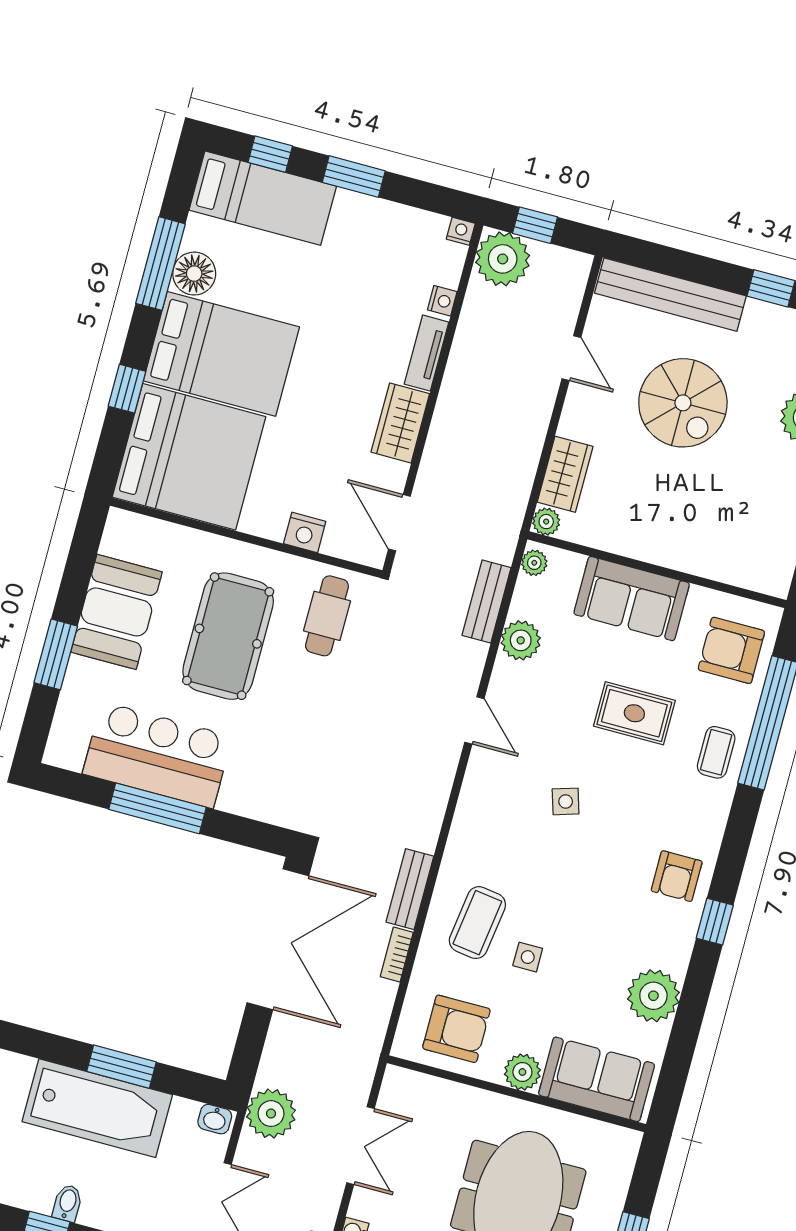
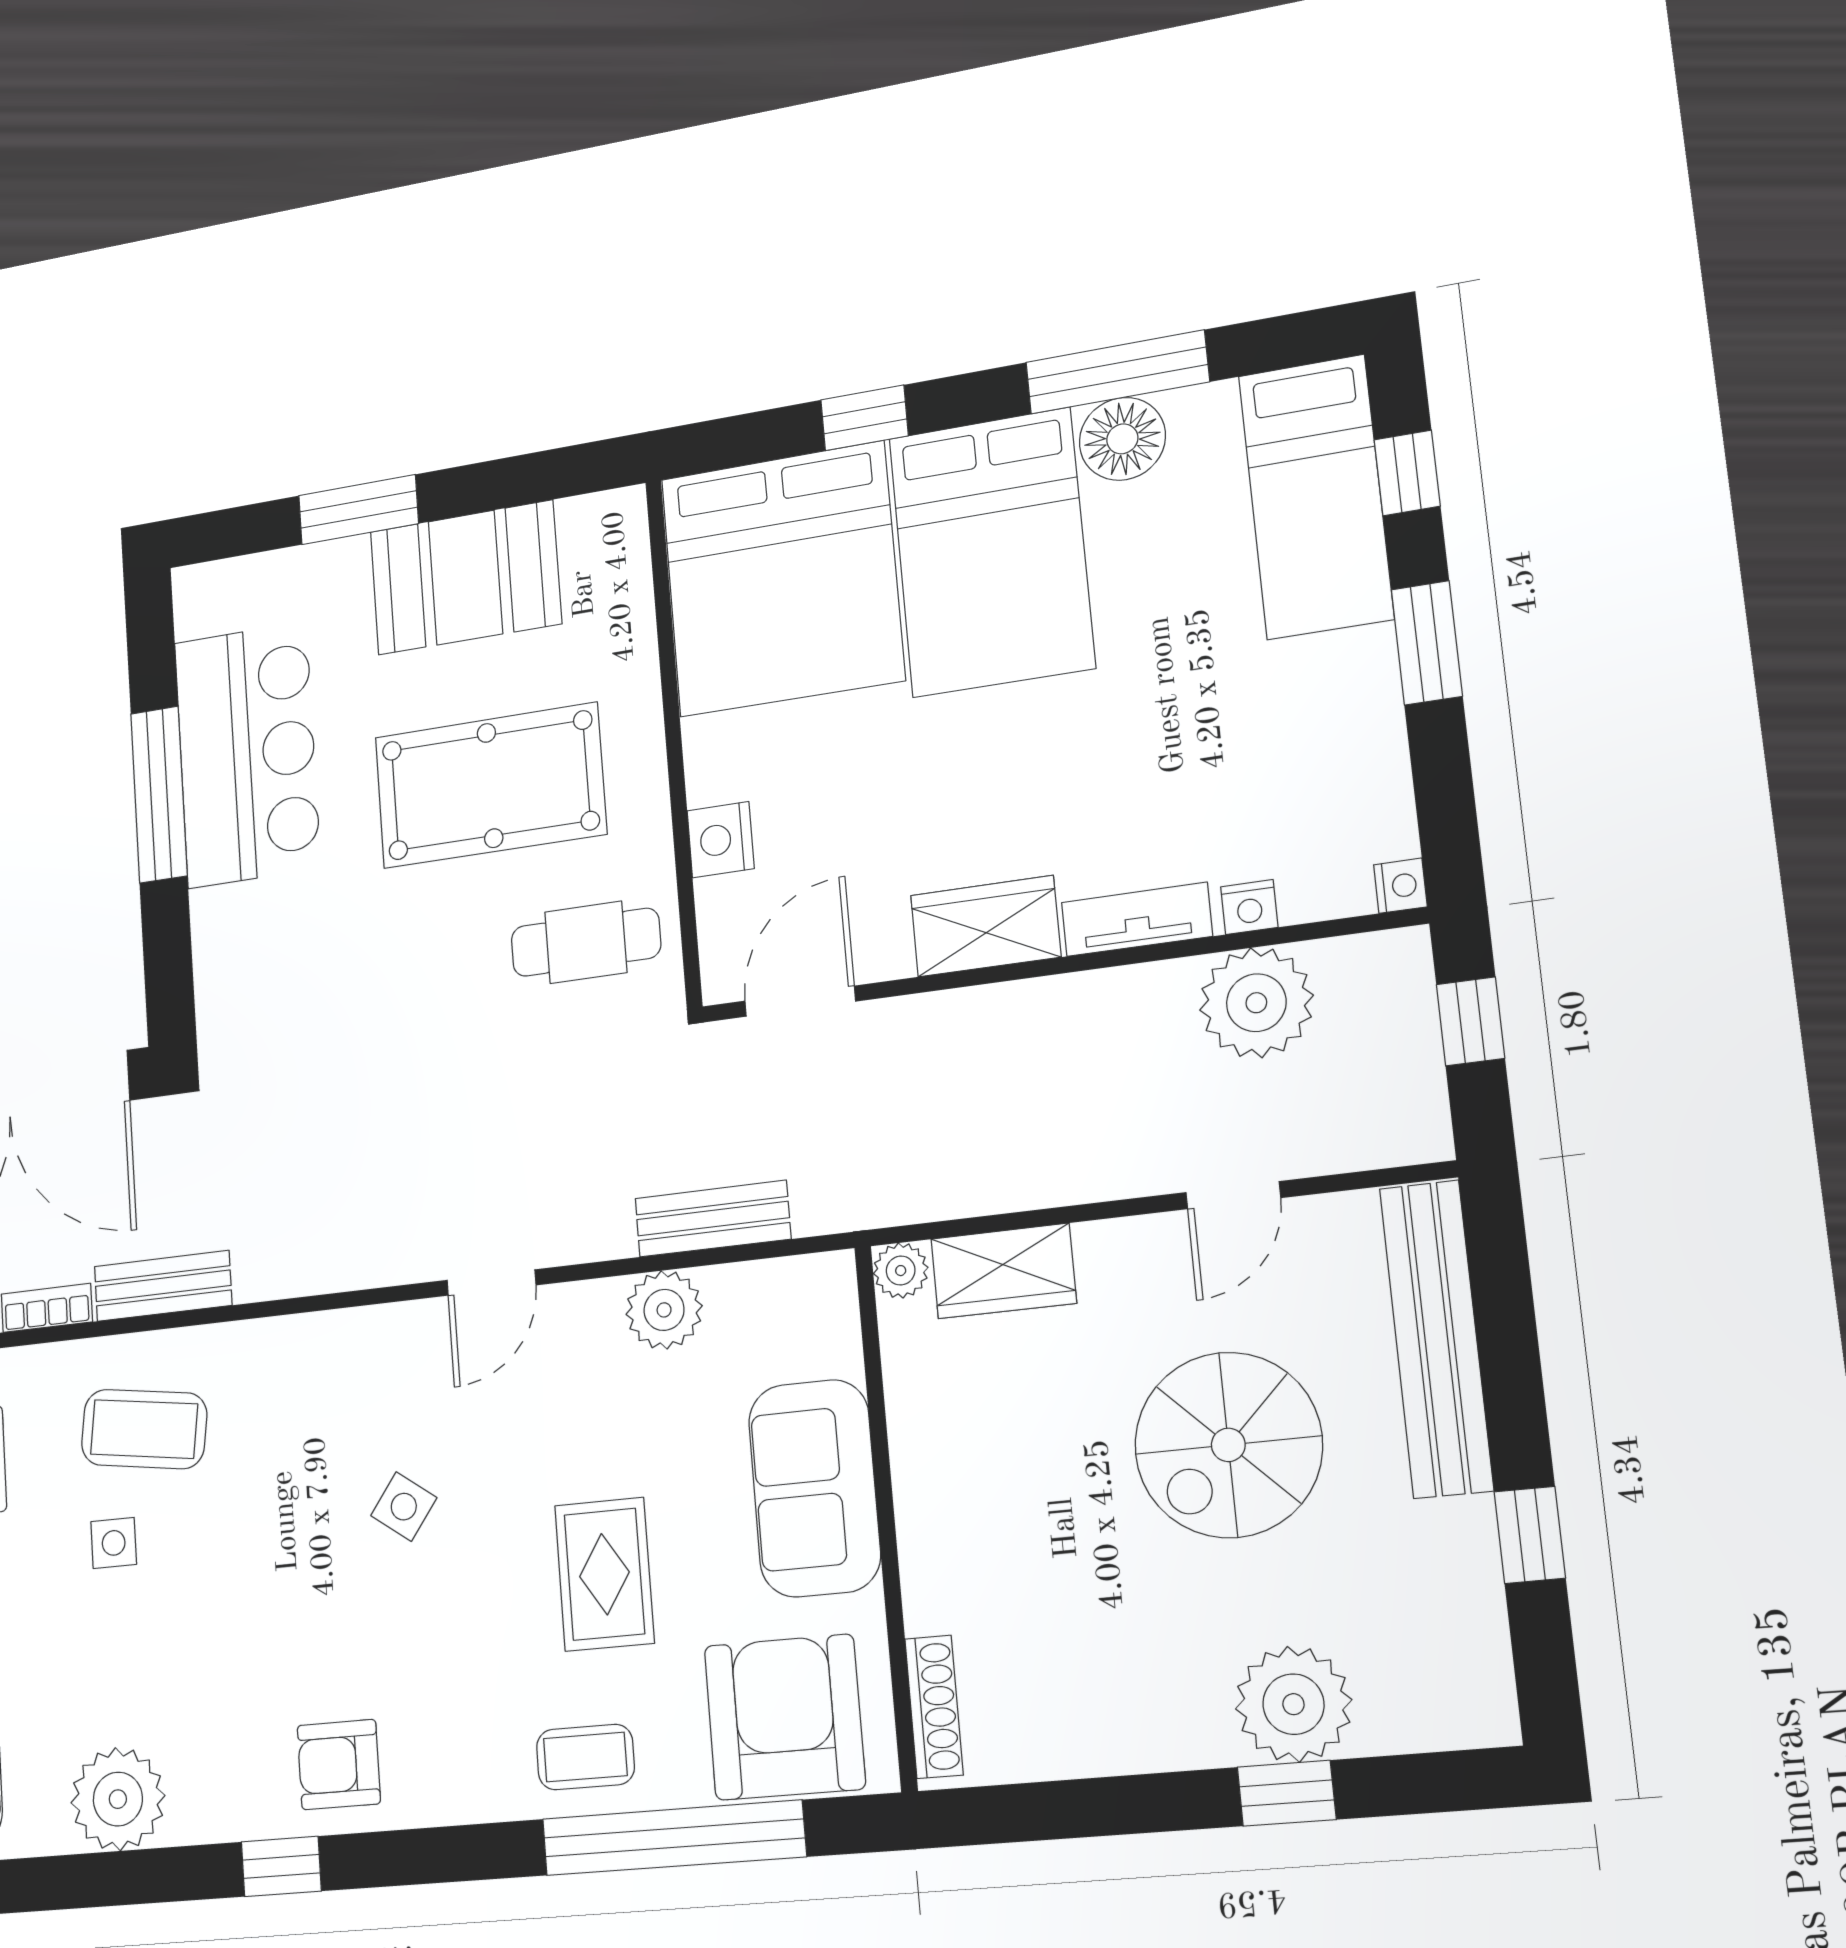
plant: (503, 259) -> (1256, 1003), moved
plant: (534, 563) -> (816, 1279), removed
shoe rack: (751, 579) -> (934, 1707), added
armchair: (731, 650) -> (785, 1717), width x1.36, depth x1.36
side table: (566, 801) -> (404, 1507), turned -37

